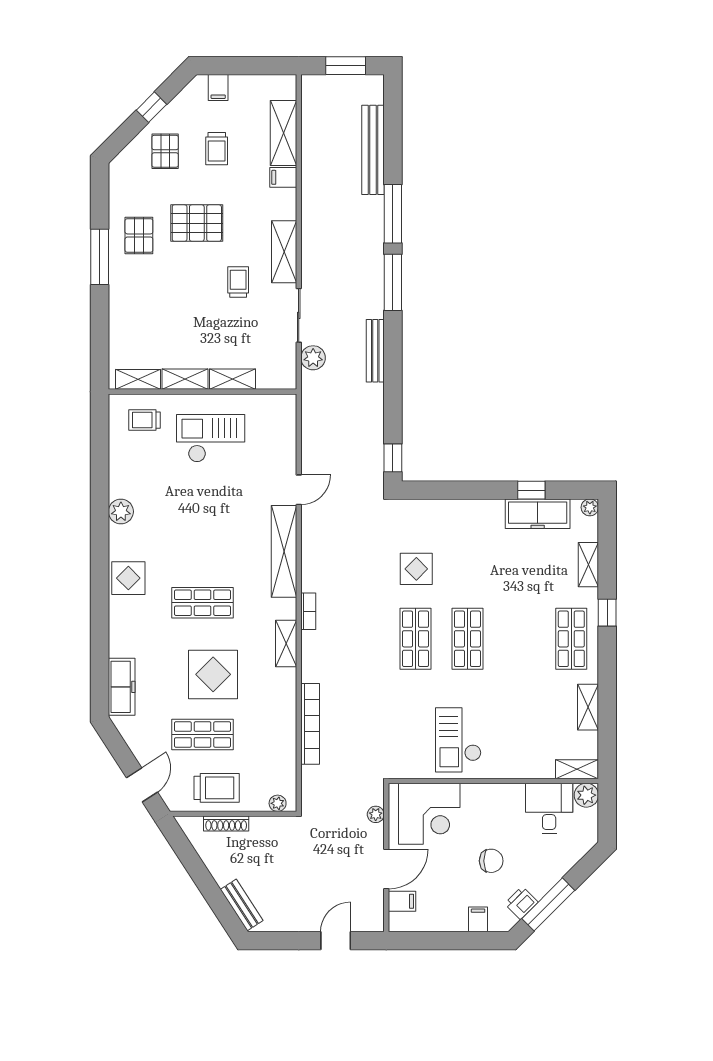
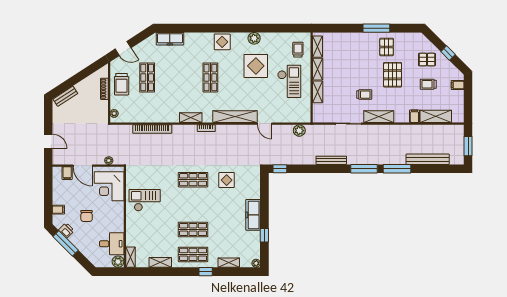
pallet: (139, 235) -> (387, 47), turned 90
plant: (313, 358) -> (299, 131), moved
freezer: (538, 514) -> (253, 215), moved
shop shelf: (467, 639) -> (193, 229), moved
display table: (213, 674) -> (256, 66), moved

